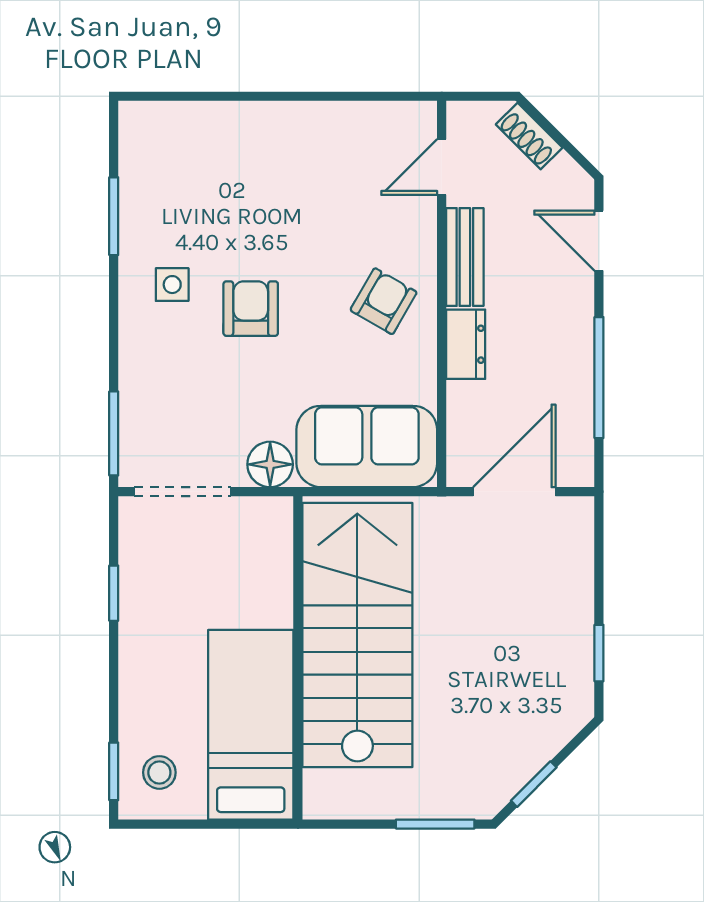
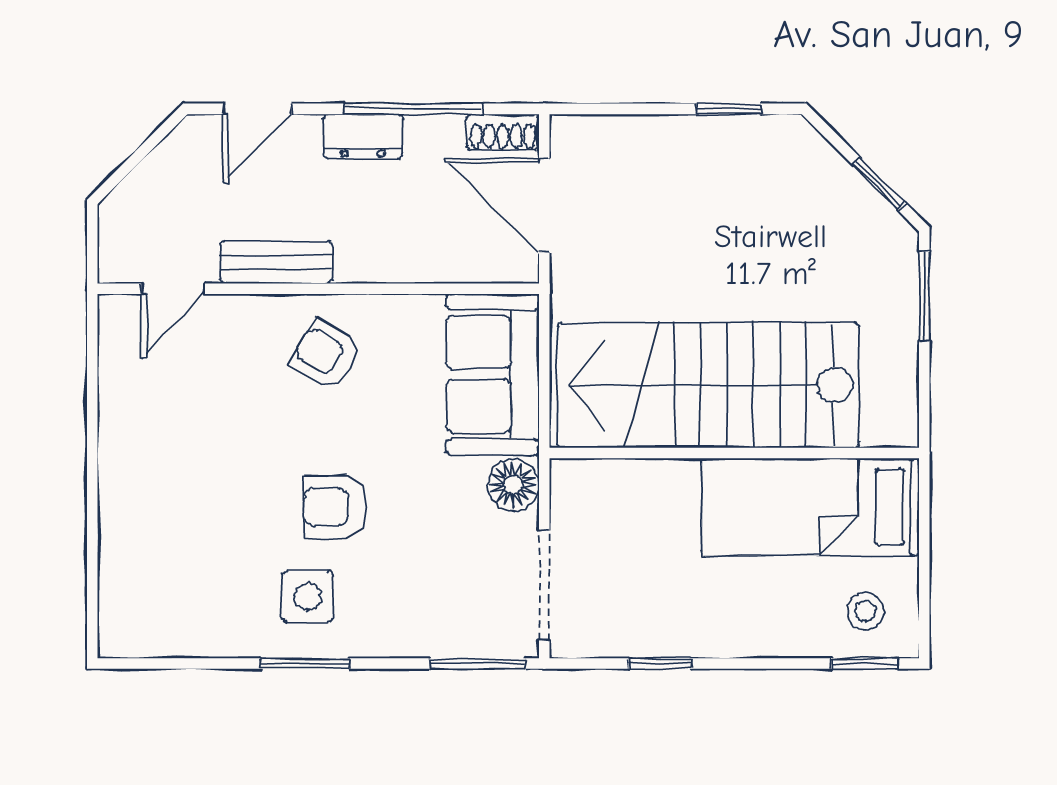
shoe rack: (529, 136) -> (503, 132), moved, turned 45
door: (442, 167) -> (173, 289), hinge flipped
window: (114, 216) -> (305, 664), moved
side table: (172, 285) -> (308, 597), width x1.37, depth x1.37
dresser: (466, 344) -> (363, 136), moved, turned 180

